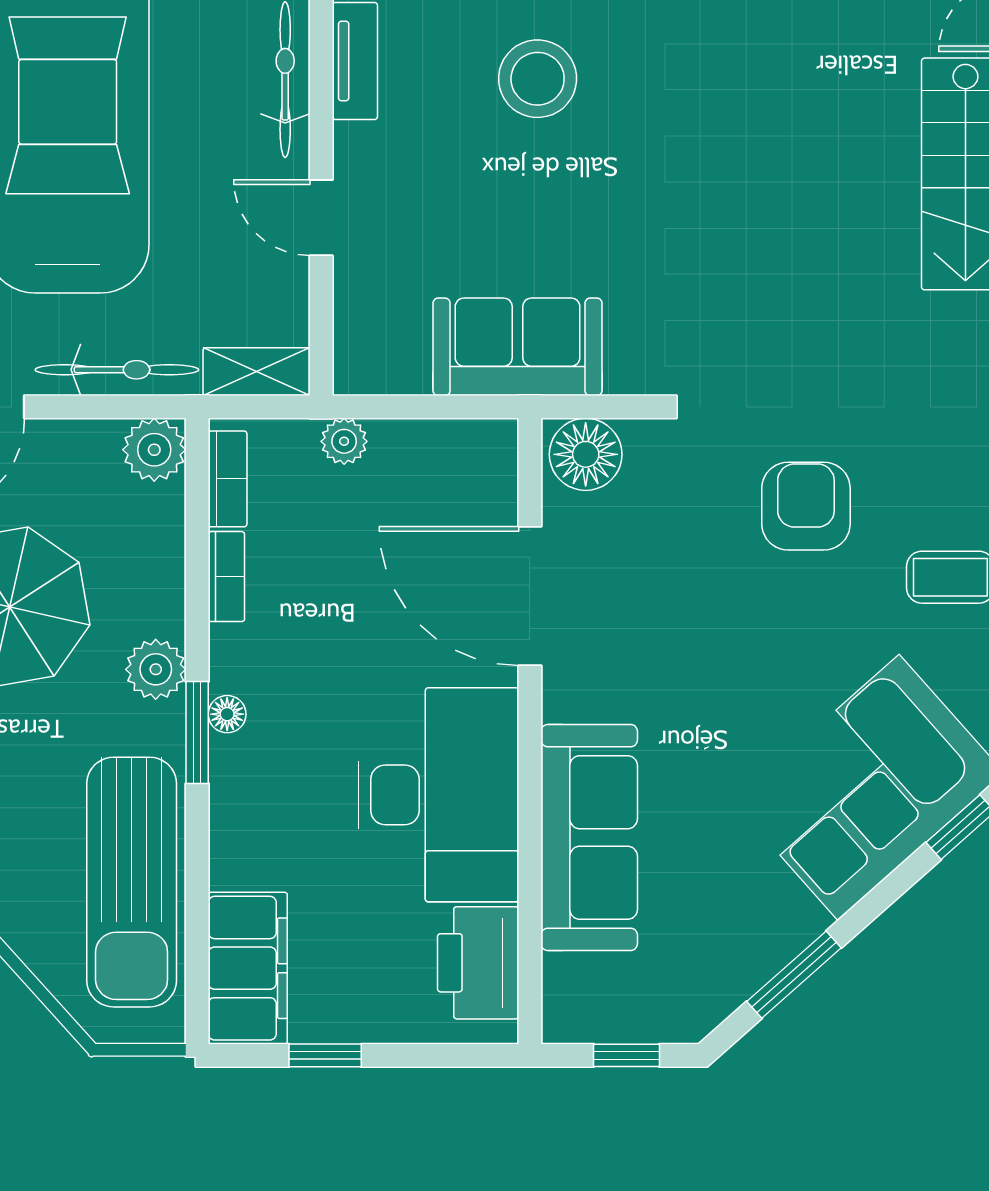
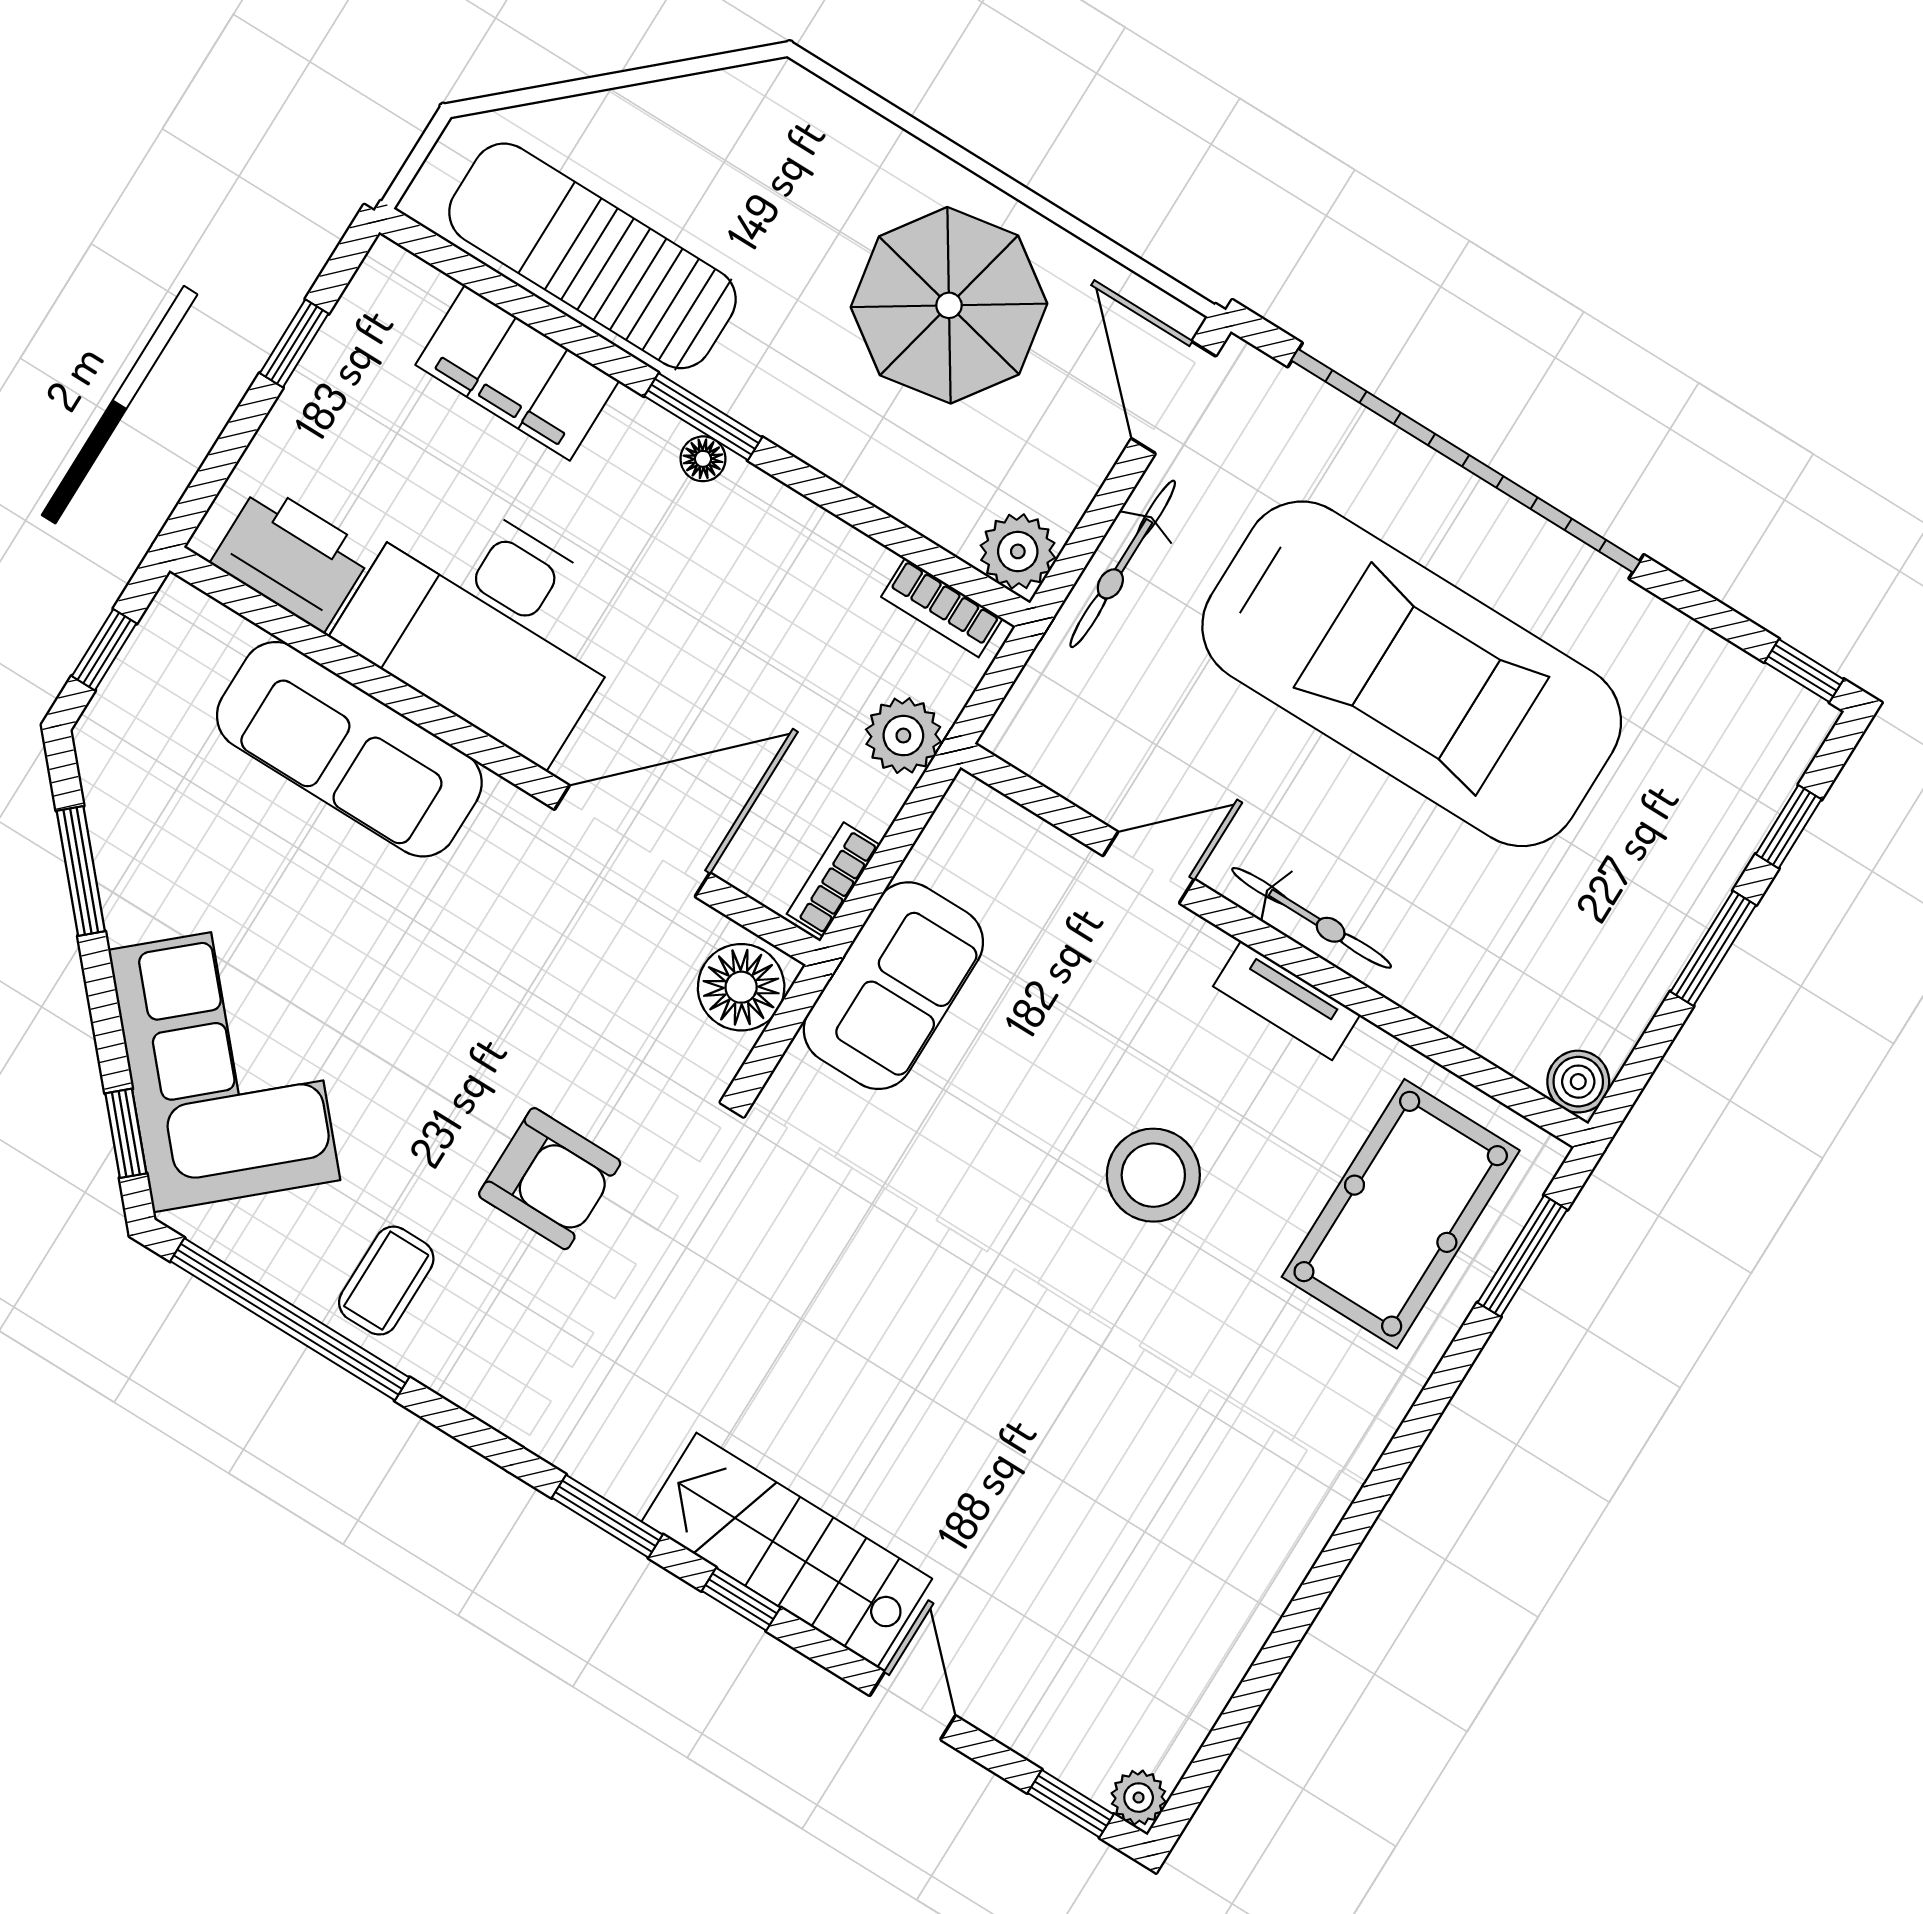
shelving: (256, 372) -> (1033, 705), removed
plant: (344, 441) -> (903, 736), width x1.38, depth x1.38
bookcase: (226, 577) -> (833, 879), moved, turned 90
plant: (156, 669) -> (794, 415), removed
filing cabinet: (248, 968) -> (517, 373), moved

